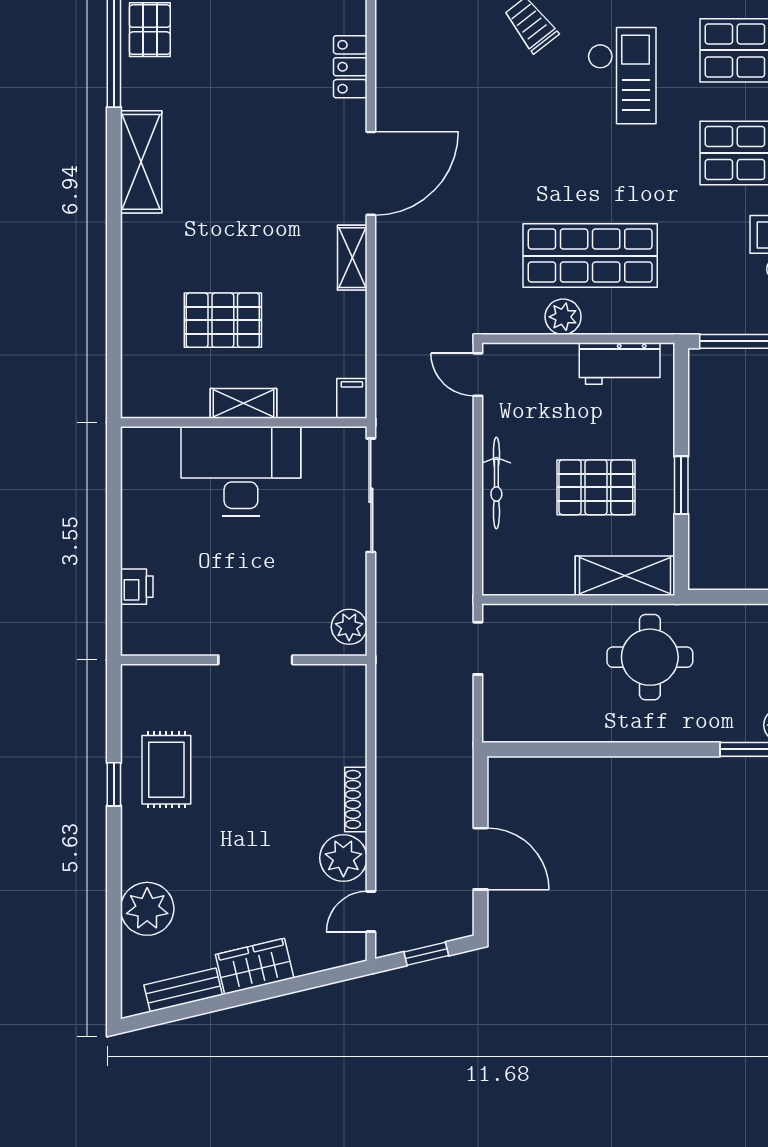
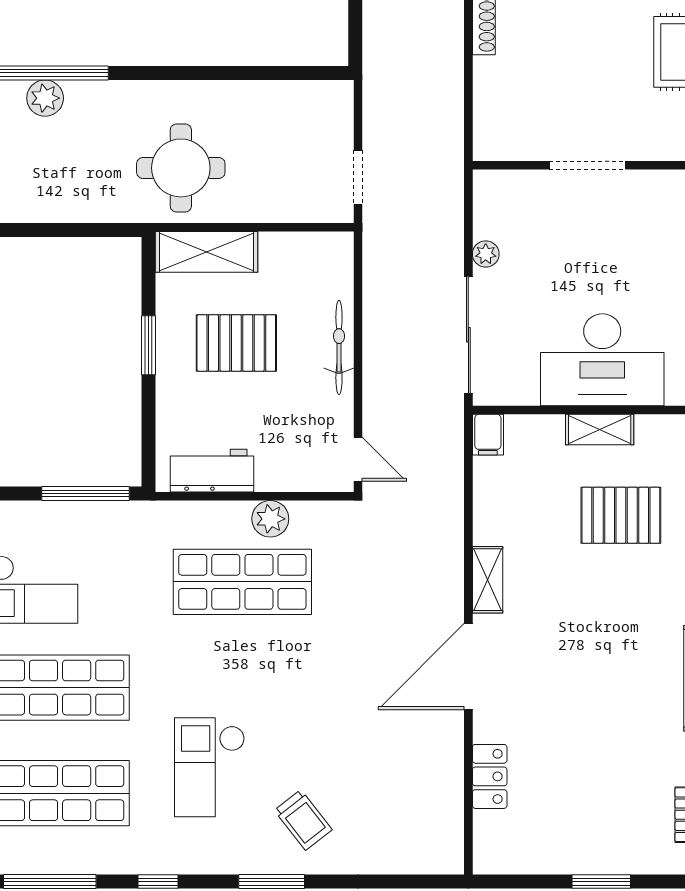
plant: (349, 627) -> (486, 254), moved, width x0.73, depth x0.73

